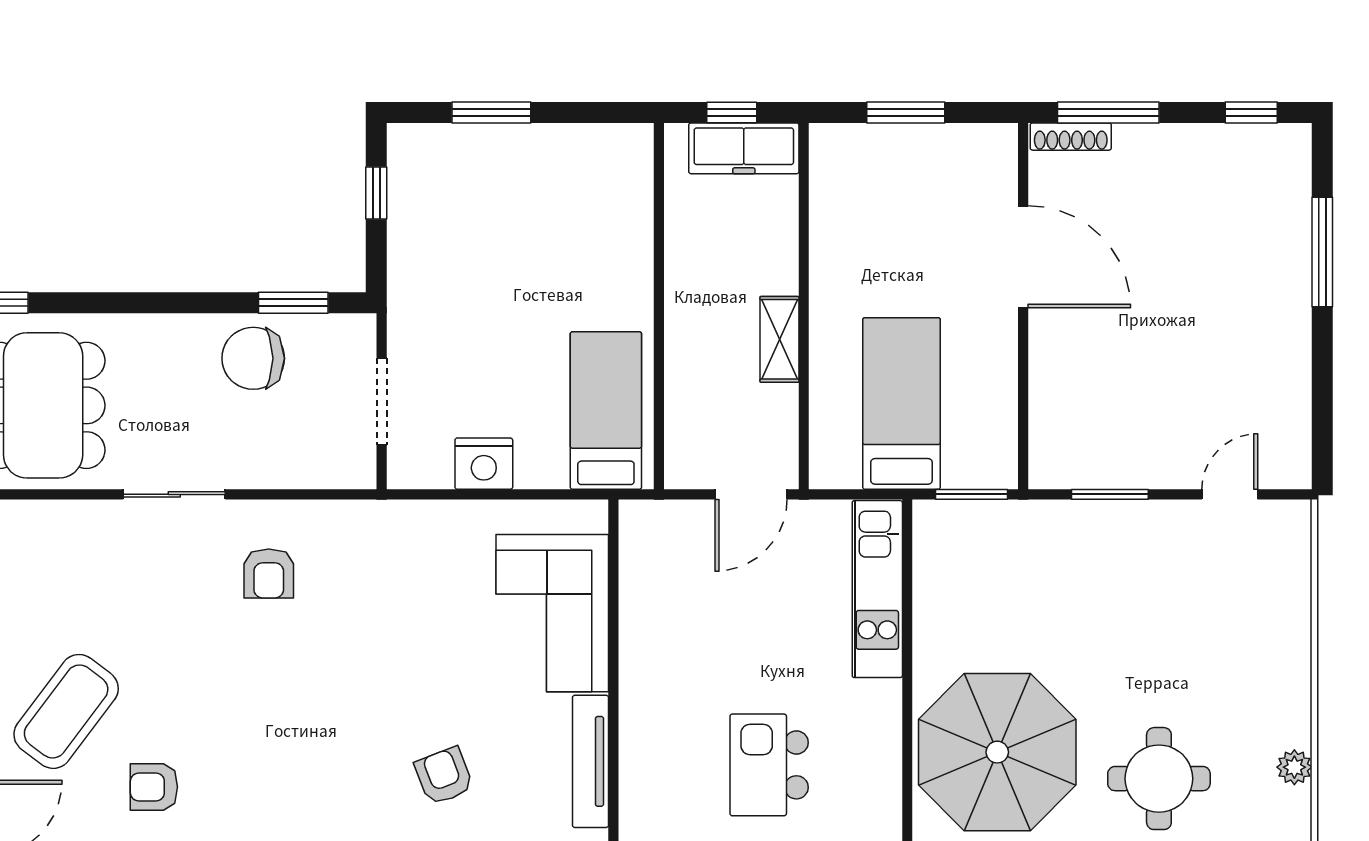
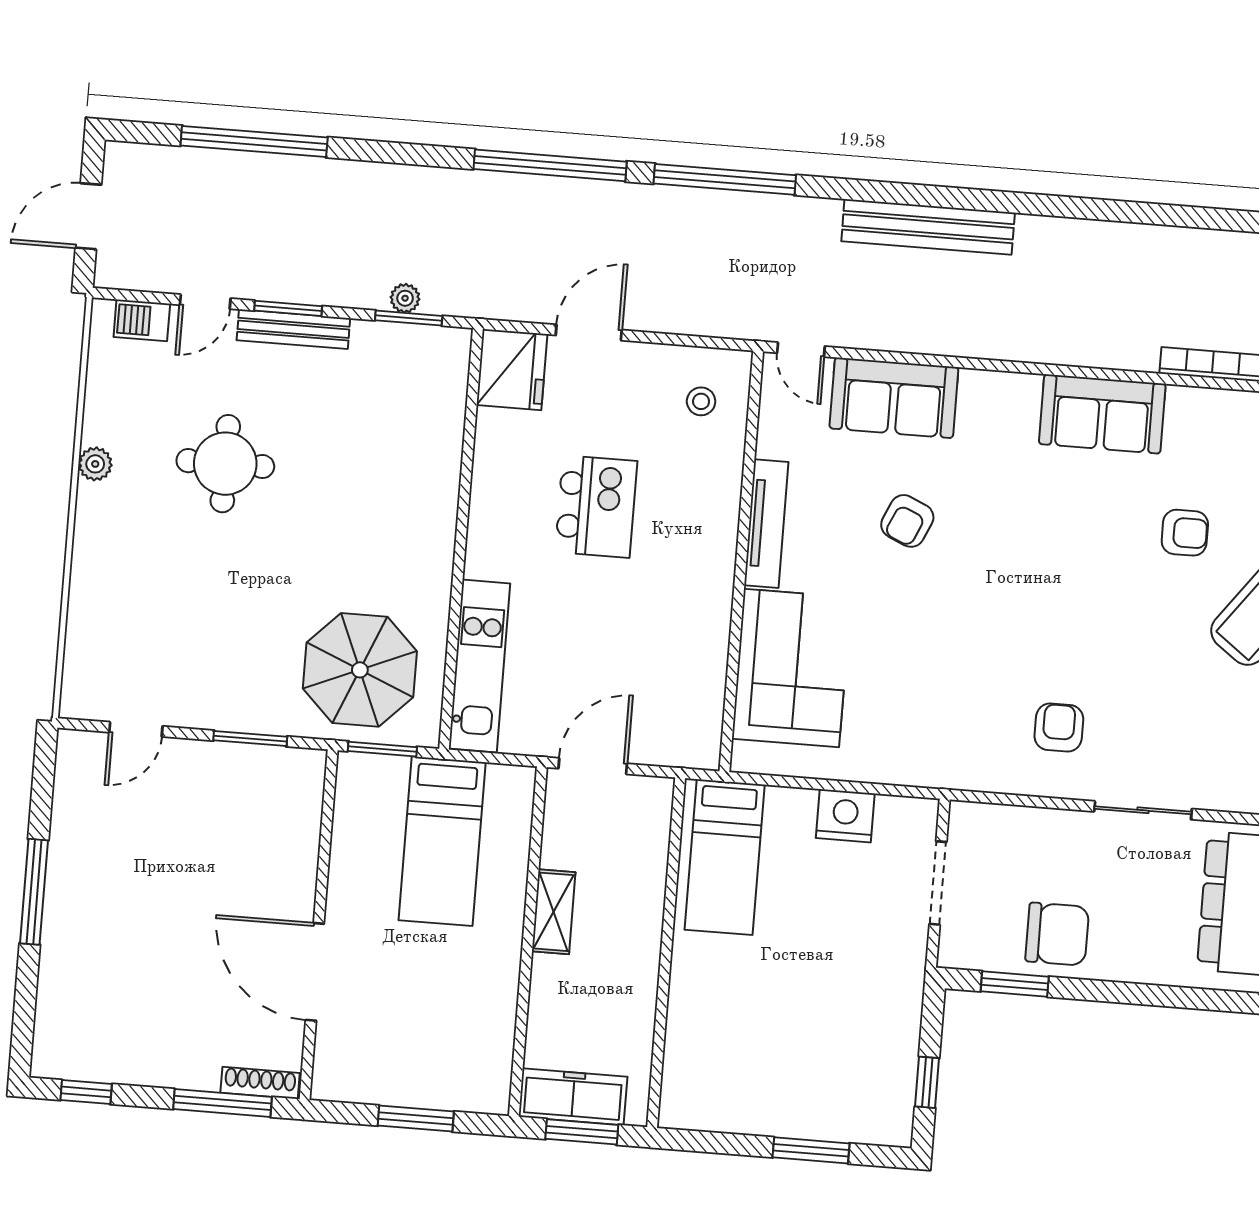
window: (732, 112) -> (582, 1132), width x1.50
window: (1322, 252) -> (34, 892), moved
parasol: (997, 752) -> (360, 670), moved, width x0.73, depth x0.73
armchair: (444, 776) -> (907, 521), turned 45

